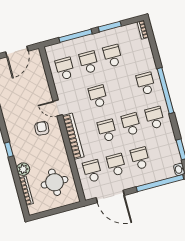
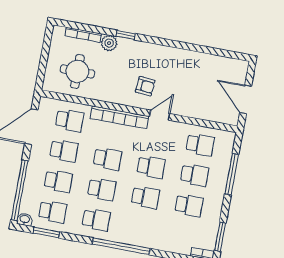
window: (110, 27) -> (220, 237), moved
school desk: (146, 84) -> (145, 197), moved
window: (9, 150) -> (126, 35), moved
school desk: (164, 152) -> (53, 212), added

